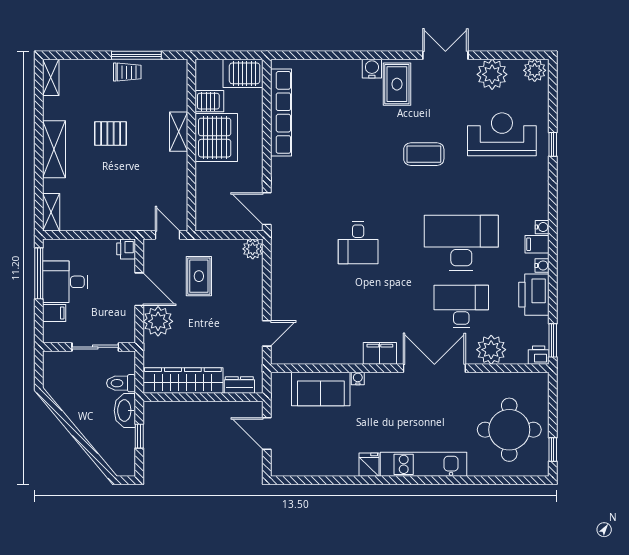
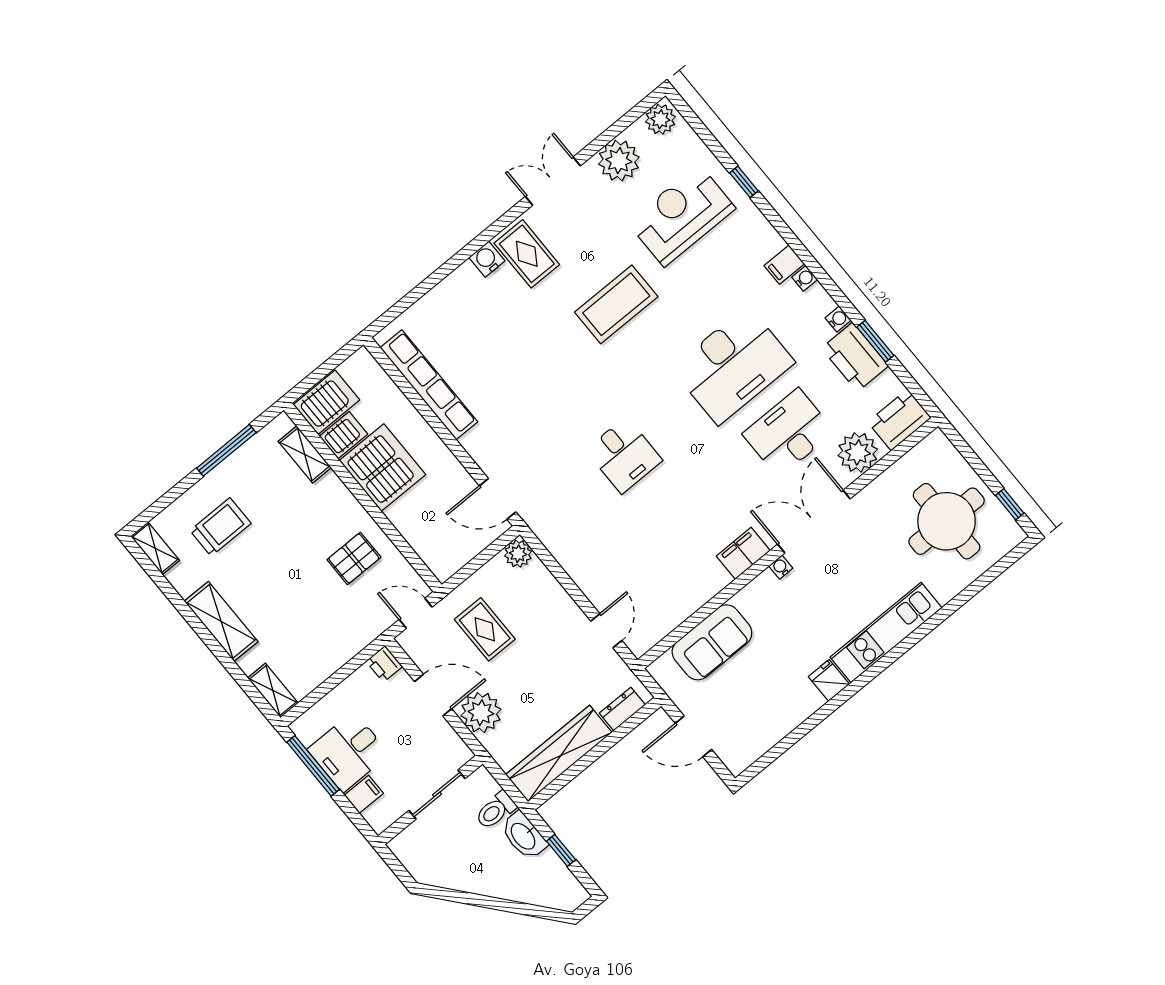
trolley: (127, 72) -> (220, 527), moved, width x1.36, depth x1.39
server rack: (243, 73) -> (326, 402), moved, turned 180
shelving: (179, 132) -> (305, 454), moved
pallet: (111, 134) -> (354, 558), moved
coffee table: (424, 154) -> (616, 304), width x1.36, depth x1.32
desk: (461, 243) -> (733, 365), turned 180
filing cabinet: (537, 244) -> (784, 265), moved
window: (553, 340) -> (875, 341), moved
printer: (539, 355) -> (899, 420), width x1.87, depth x1.48
water cooler: (358, 378) -> (781, 567), moved

